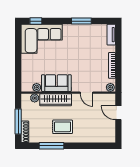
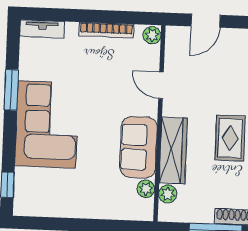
corner sofa: (42, 39) -> (47, 124), moved
door: (87, 93) -> (161, 85), swing flipped

